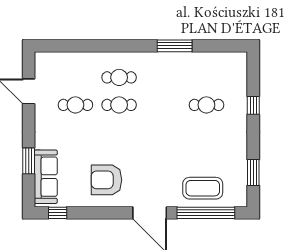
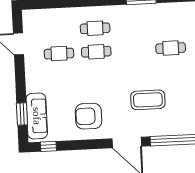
window: (29, 161) -> (22, 114), moved
coffee table: (203, 188) -> (148, 100), moved

